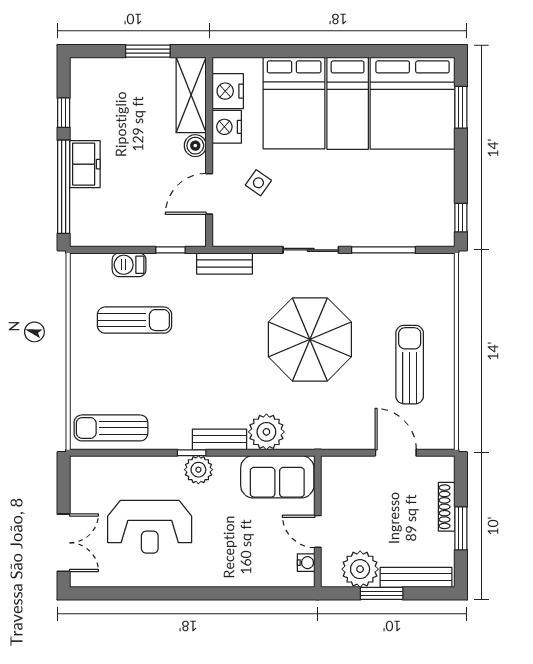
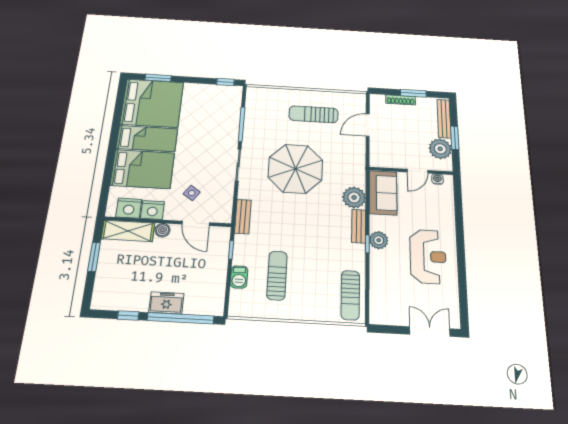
reception desk: (150, 527) -> (428, 256), moved

